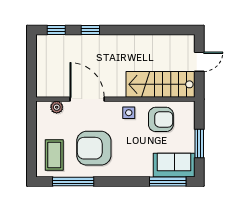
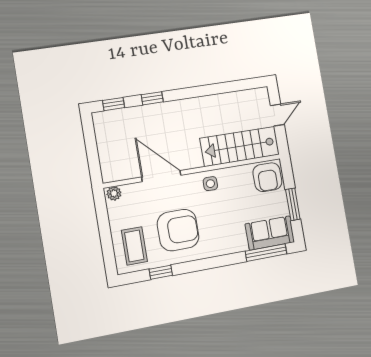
plant: (57, 107) -> (114, 193), moved
armchair: (161, 119) -> (267, 177), moved, turned 90
armchair: (94, 148) -> (178, 230), turned 180
window: (73, 182) -> (161, 272), width x0.46

